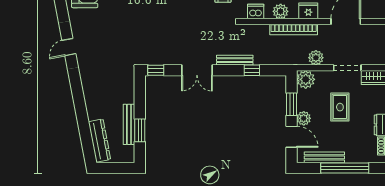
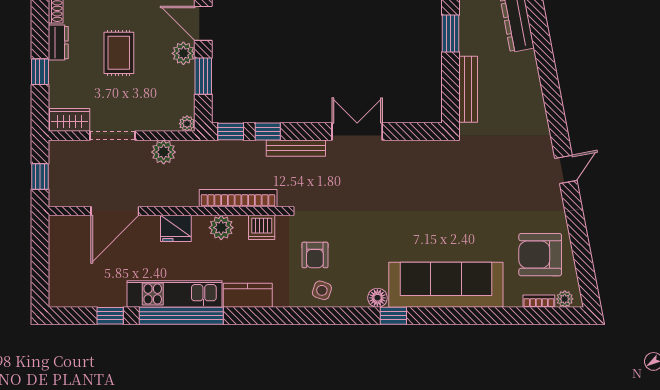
bookcase: (294, 29) -> (238, 198), moved
window: (156, 70) -> (231, 131), moved
plant: (306, 79) -> (187, 124), width x0.53, depth x0.53
rug: (340, 107) -> (119, 53), moved
bench: (129, 124) -> (468, 89), moved

